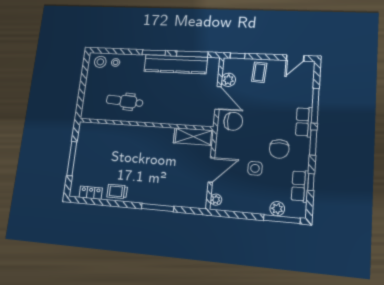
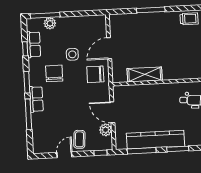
door: (295, 58) -> (64, 155), moved
chair: (233, 121) -> (95, 74), moved
shelving: (193, 137) -> (145, 74), moved
plant: (216, 200) -> (102, 24), removed

